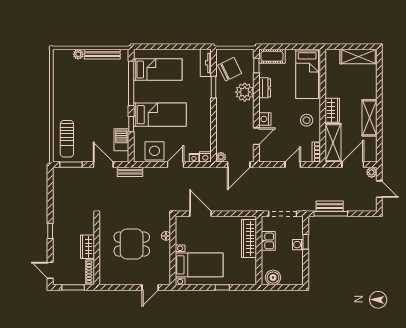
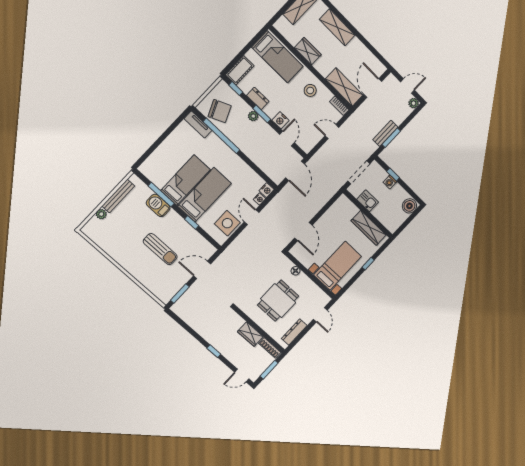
chair: (230, 69) -> (220, 111), turned 92
bed: (158, 70) -> (185, 180), moved
window: (131, 83) -> (161, 195), width x0.68
window: (213, 87) -> (222, 136), width x2.11
plant: (245, 92) -> (253, 116), width x0.53, depth x0.53
window: (256, 101) -> (262, 114), added
wardrobe: (332, 110) -> (308, 51), moved
shelving: (369, 118) -> (337, 27), moved
sun lounger: (67, 139) -> (160, 249), moved
barbecue: (121, 140) -> (158, 205), moved
plant: (221, 157) -> (277, 179), removed
door: (293, 165) -> (332, 132), hinge flipped
bench: (130, 172) -> (226, 255), removed
plant: (372, 172) -> (414, 103), moved
door: (200, 214) -> (303, 232), swing flipped
window: (331, 214) -> (391, 138), width x0.69
wardrobe: (249, 239) -> (369, 228), moved
boiler: (273, 277) -> (409, 206), moved
dresser: (119, 280) -> (294, 332), added

